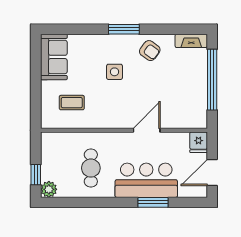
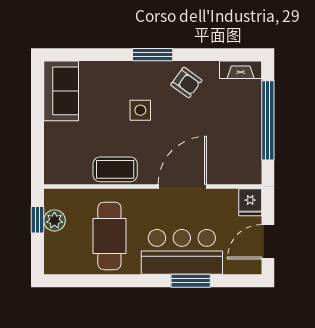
coffee table: (72, 103) -> (115, 169), moved, width x1.36, depth x1.30
door: (147, 130) -> (182, 186), width x1.36
cafe table: (91, 168) -> (109, 236), width x1.37, depth x1.35
window: (36, 175) -> (37, 220), moved
plant: (49, 189) -> (54, 220), moved

